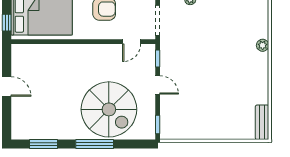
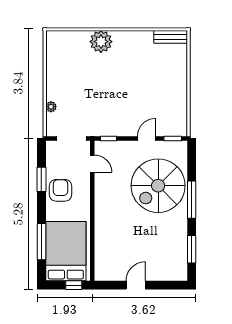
plant: (263, 45) -> (101, 42), width x1.88, depth x1.88
door: (158, 85) -> (147, 138), moved
spiral stairs: (109, 109) -> (158, 186), turned 180

